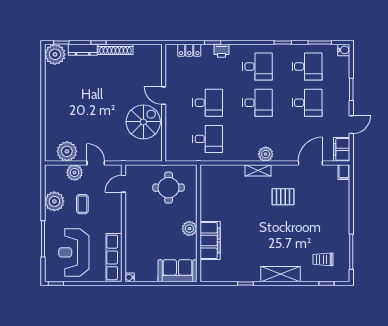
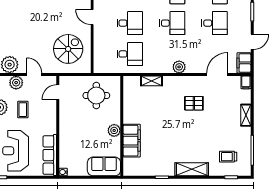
spiral stairs: (143, 122) -> (68, 49), moved
shelving: (258, 170) -> (152, 81), moved
shelving: (344, 211) -> (246, 115), added

